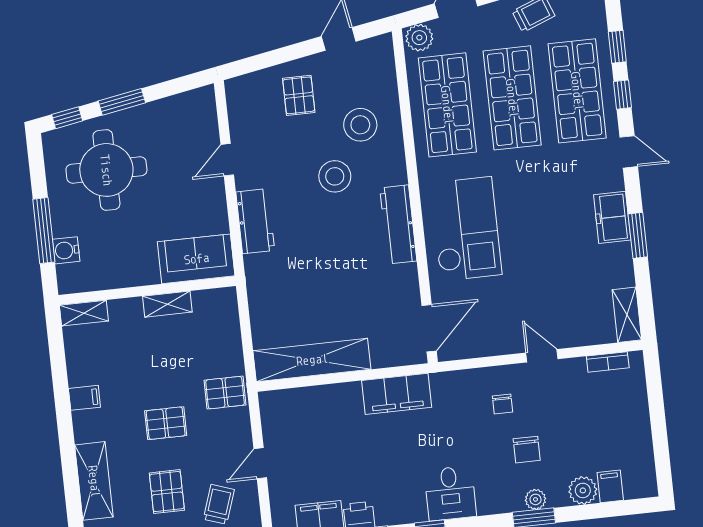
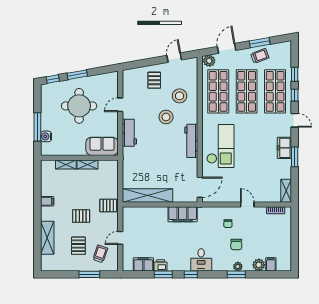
round table: (106, 170) -> (79, 106), moved
shelving: (84, 313) -> (66, 164), moved

